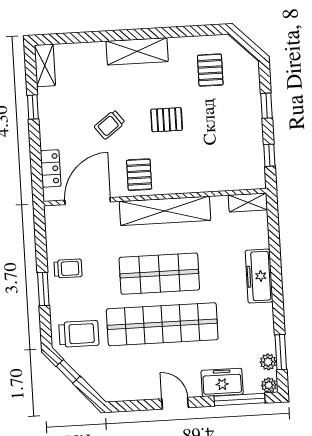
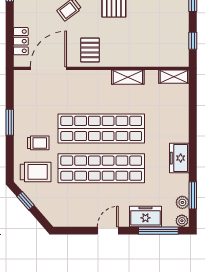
shelving: (165, 211) -> (128, 77), width x0.45, depth x0.75
trolley: (68, 268) -> (38, 143), moved
shop shelf: (159, 274) -> (101, 128), width x1.40
freezer: (259, 276) -> (179, 158), moved, width x0.71
window: (43, 289) -> (10, 122), moved
door: (175, 403) -> (108, 231), hinge flipped

